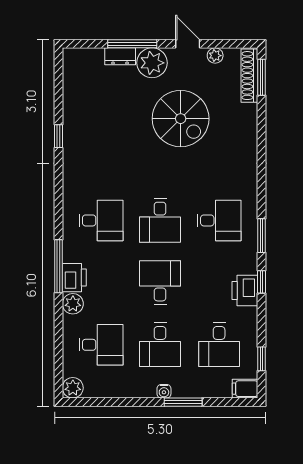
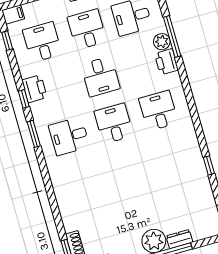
spiral stairs: (181, 119) -> (120, 205), removed
desk: (101, 220) -> (158, 111), turned 90
window: (58, 266) -> (172, 37), moved

